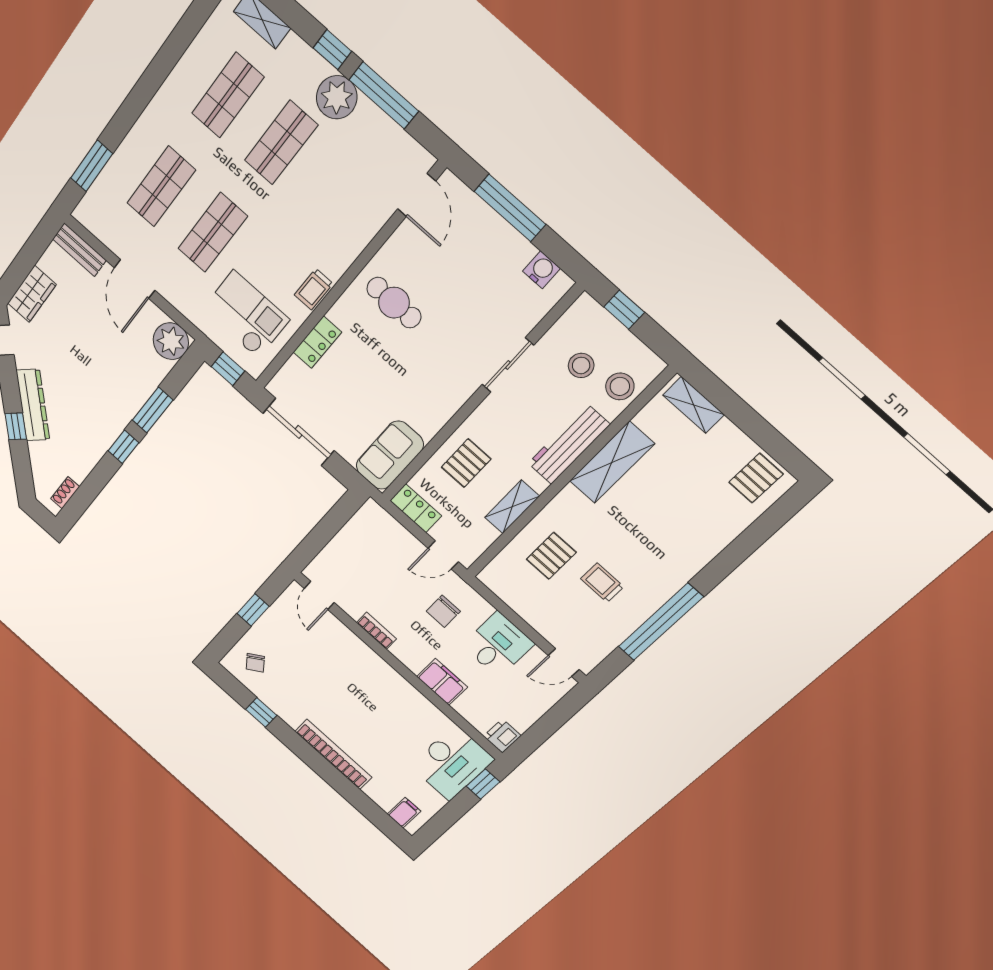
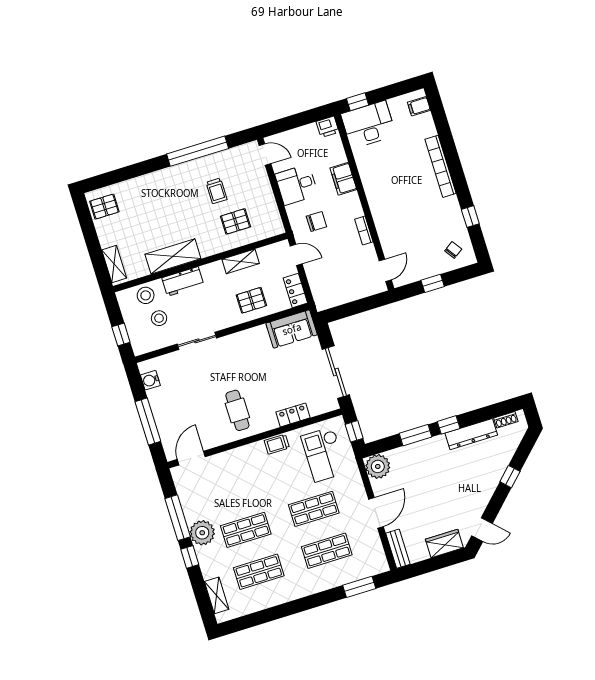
trolley: (314, 289) -> (277, 444), turned 180
dresser: (33, 405) -> (471, 434), moved, turned -135
workbench: (569, 444) -> (183, 282), width x0.73

